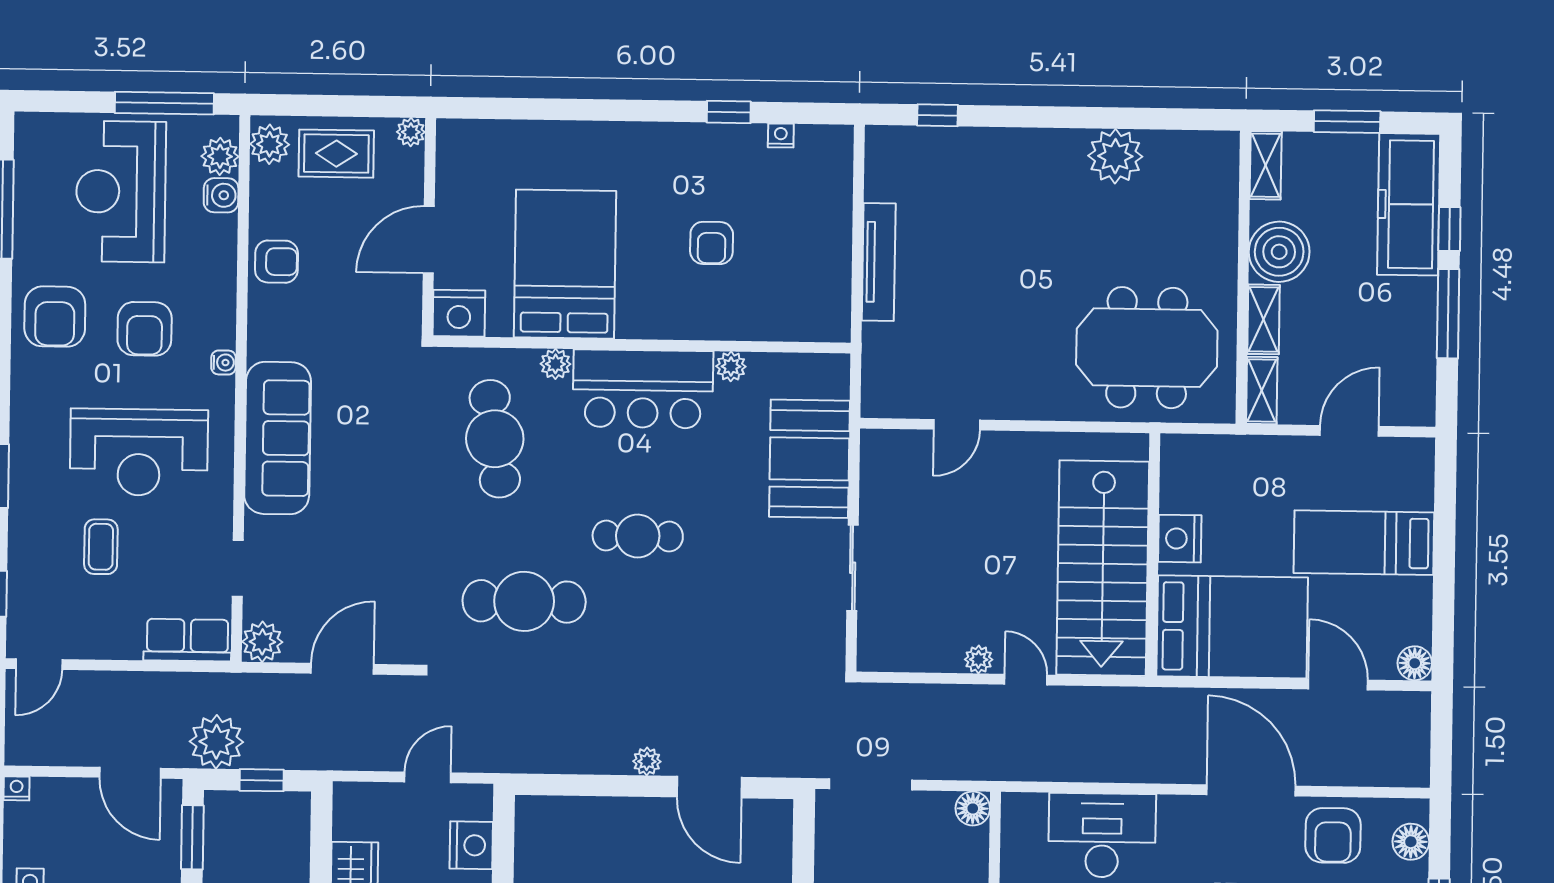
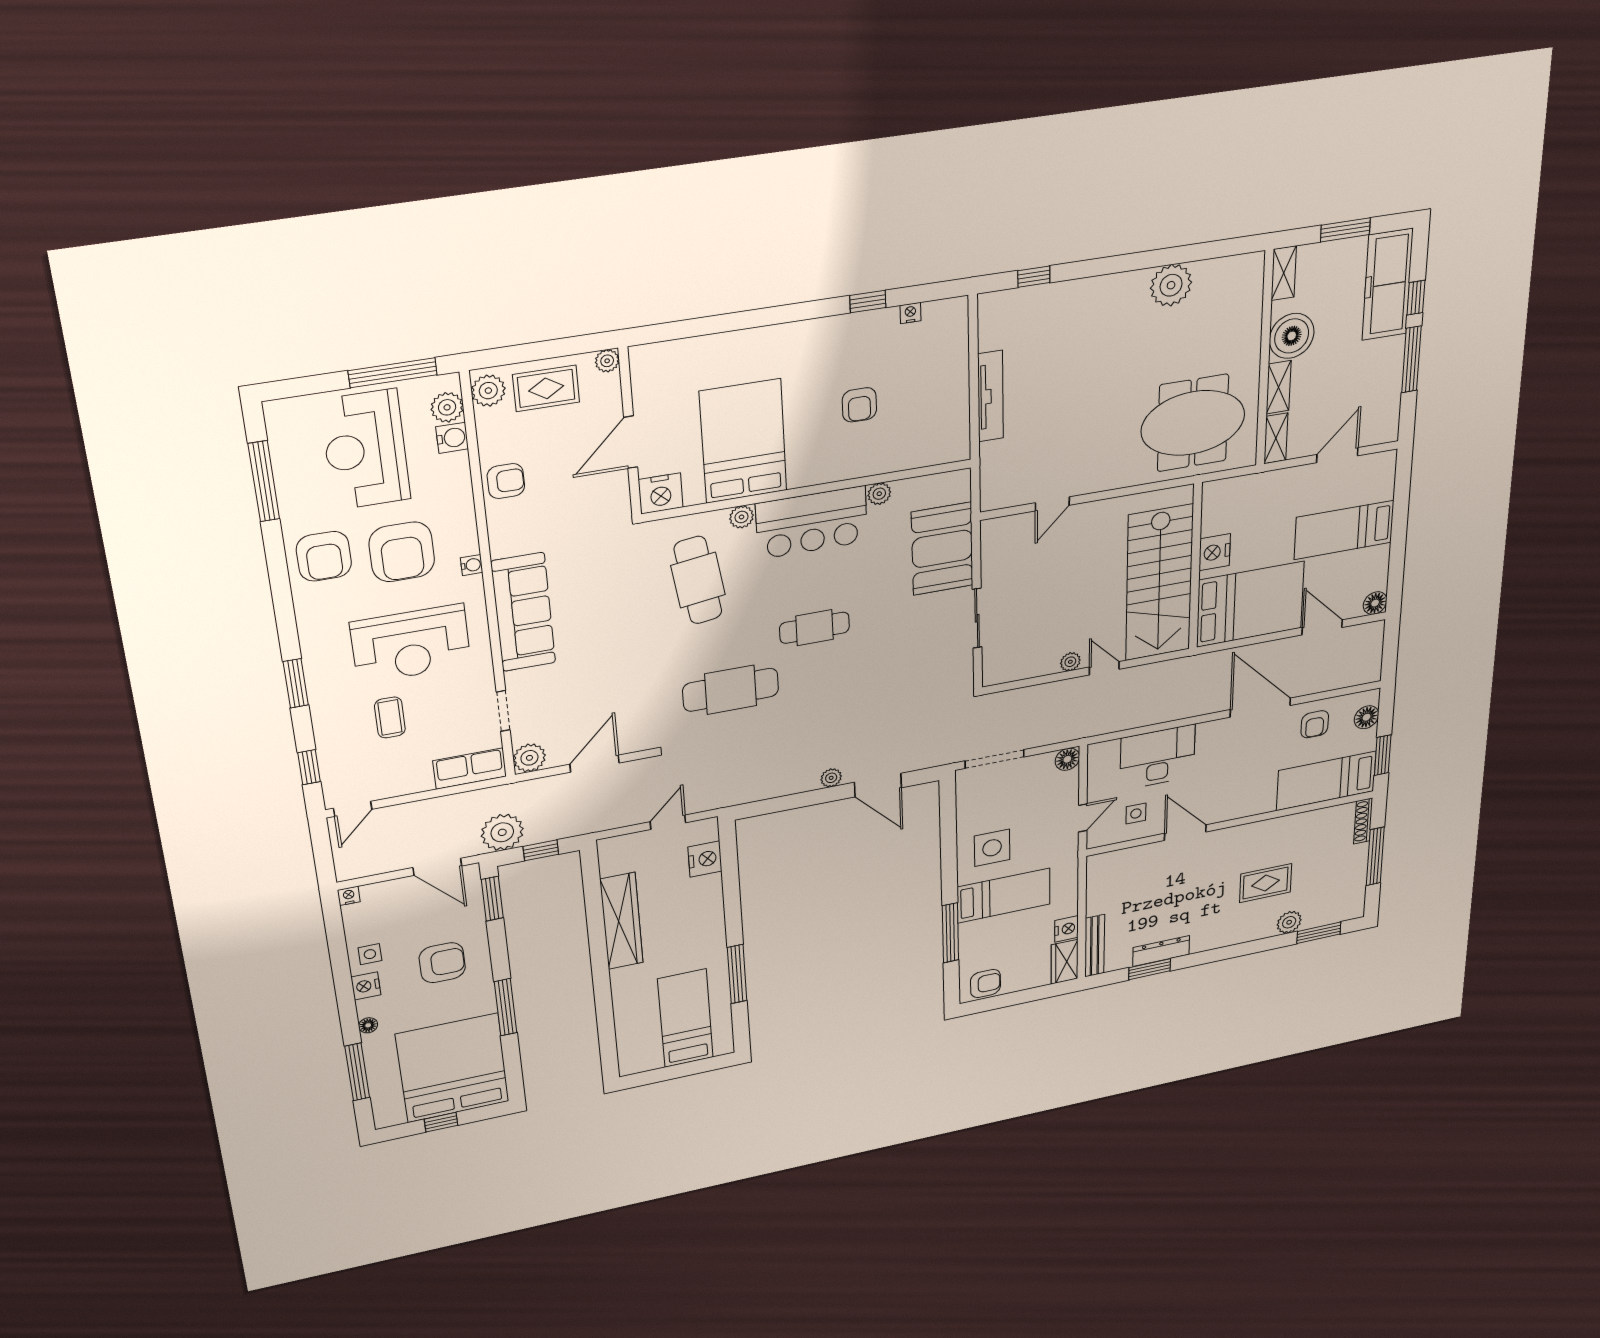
armchair: (145, 329) -> (402, 552), width x1.36, depth x1.36
armchair: (1333, 835) -> (1315, 724), width x0.72, depth x0.72

